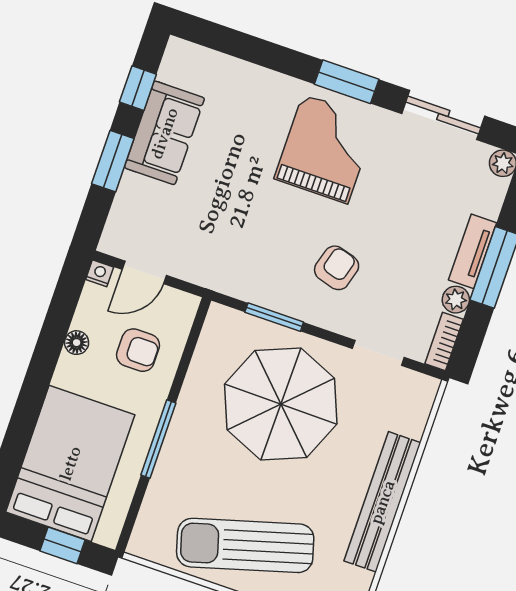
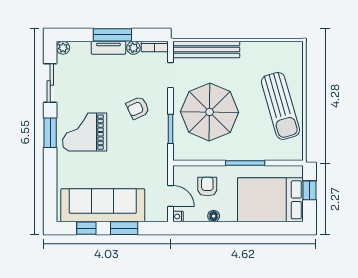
sofa: (164, 133) -> (103, 205), width x1.85, depth x1.27
armchair: (337, 268) -> (138, 108), turned -41
bench: (382, 502) -> (206, 50), moved

